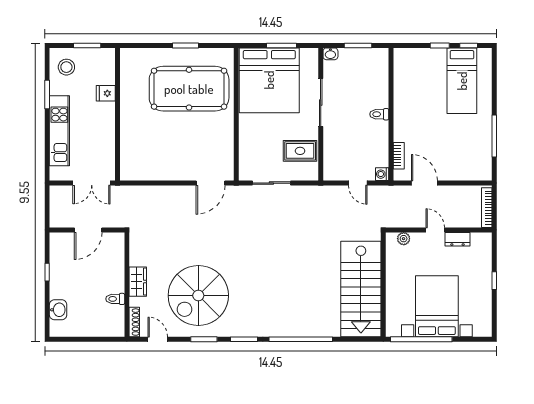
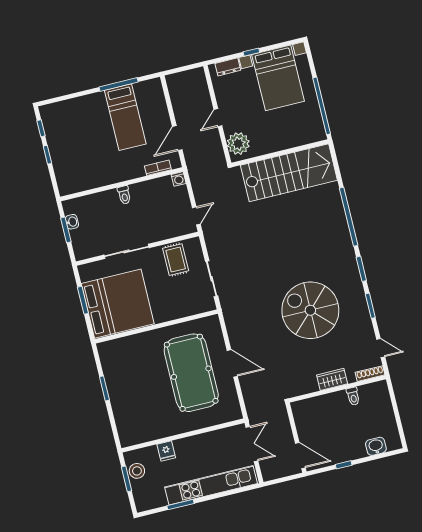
washbasin: (330, 54) -> (72, 222), moved
stool: (66, 67) -> (137, 471), moved
bed: (462, 81) -> (125, 117), moved, turned 90
pool table: (189, 89) -> (191, 373), moved
kitchen unit: (59, 131) -> (211, 485), width x1.36
door: (211, 183) -> (232, 363), moved
door: (358, 183) -> (196, 216), moved
bookcase: (487, 208) -> (186, 75), removed
door: (88, 230) -> (300, 455), moved
plant: (404, 239) -> (238, 144), width x1.88, depth x1.88
dresser: (458, 239) -> (228, 67), moved, turned 90
spiral stairs: (198, 295) -> (310, 310), moved, turned 180
bed with nightstands: (437, 306) -> (278, 78), moved, turned -90
door: (158, 339) -> (381, 348), swing flipped

